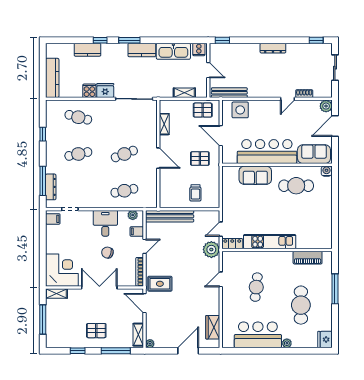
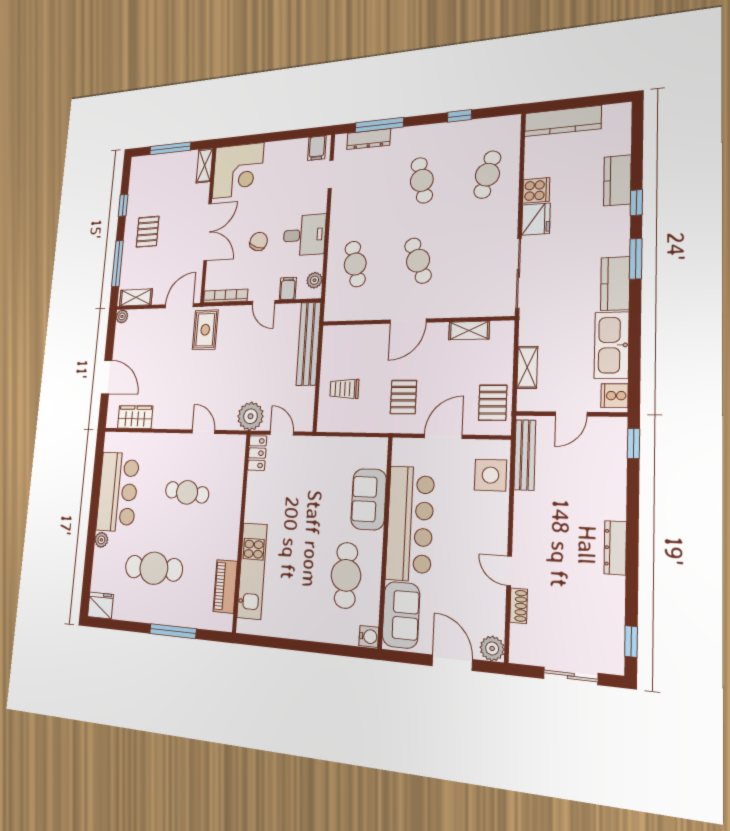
kitchen unit: (270, 242) -> (252, 571), moved

